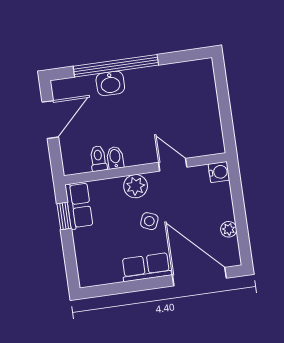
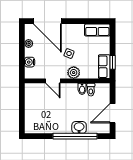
water cooler: (219, 172) -> (30, 62), moved
row of seats: (146, 267) -> (97, 30), moved

